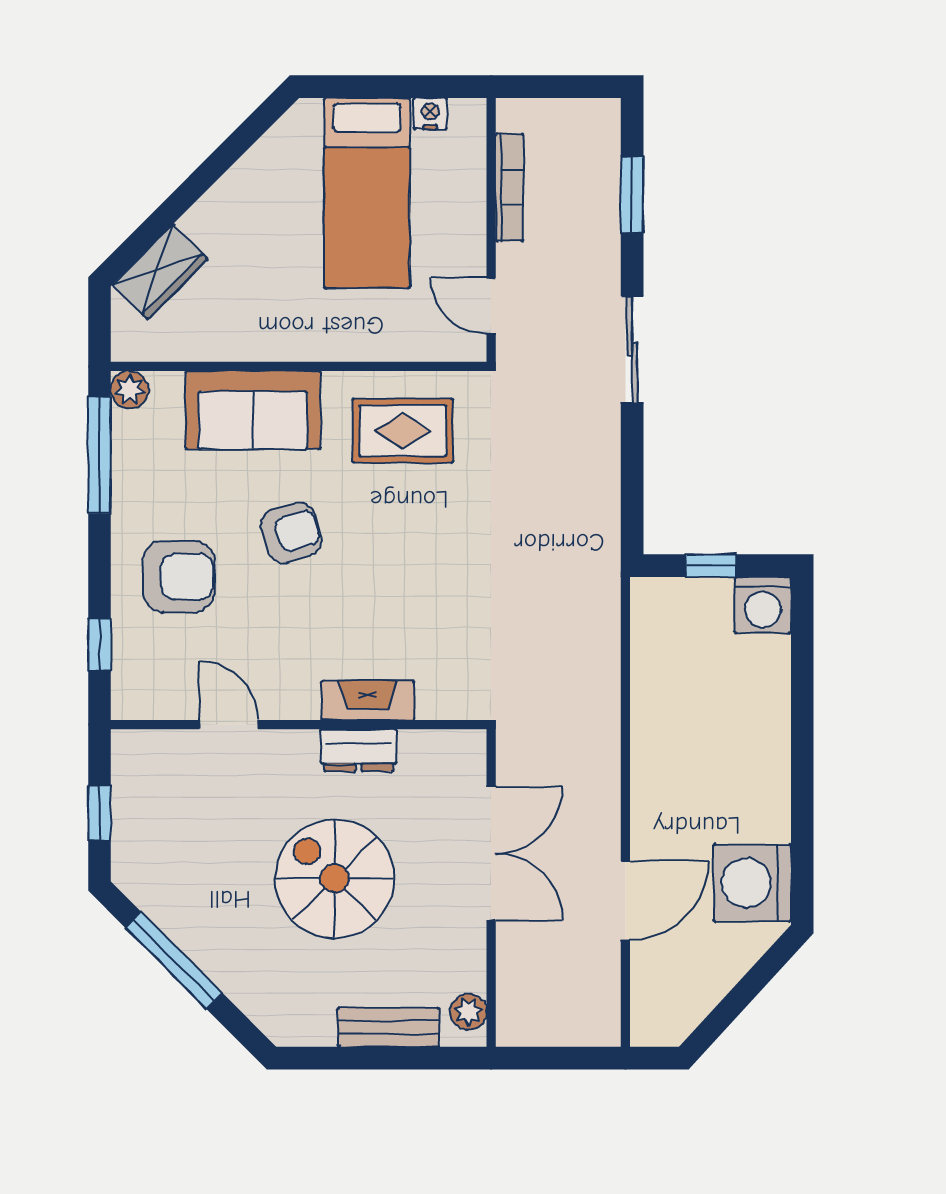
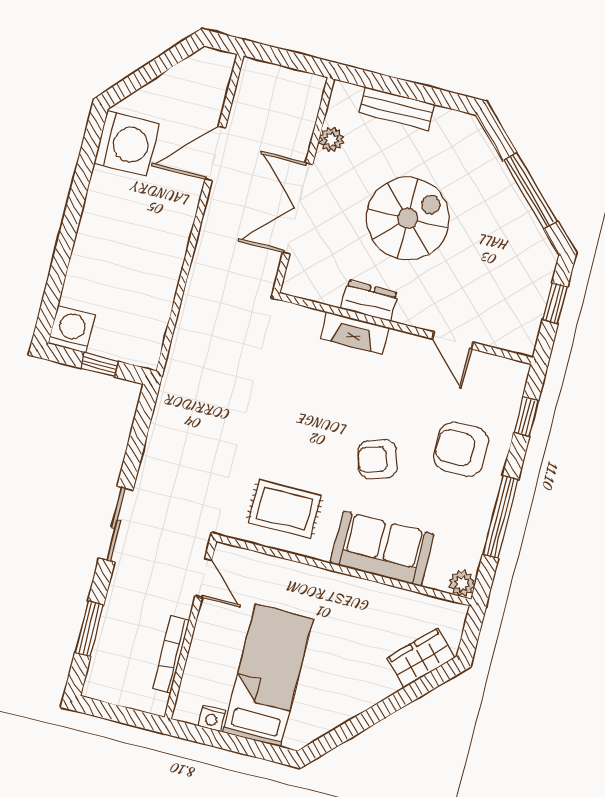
window: (99, 455) -> (501, 517), moved
spiral stairs: (335, 879) -> (408, 218), turned -90
plant: (469, 1012) -> (332, 140), moved

